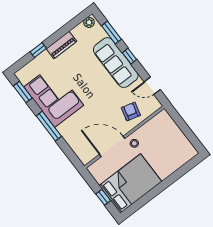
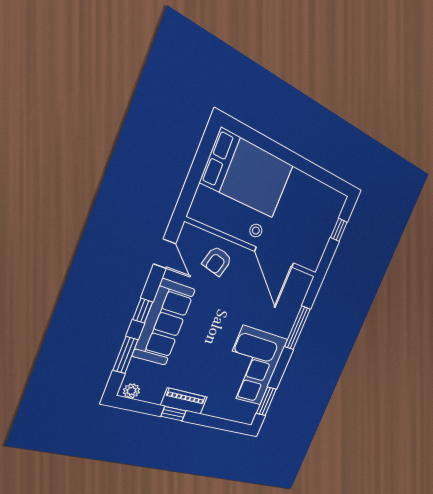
window: (38, 50) -> (173, 414), moved
window: (49, 126) -> (297, 328), moved
bed: (130, 184) -> (248, 174), moved, turned 180

